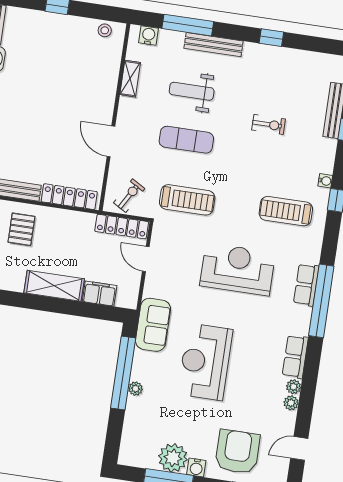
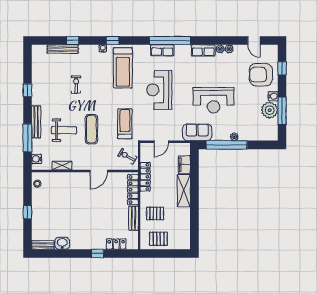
weight bench: (192, 91) -> (64, 130), turned -90
treadmill: (286, 211) -> (123, 68), width x1.37, depth x1.38
locker: (122, 227) -> (145, 177), moved

